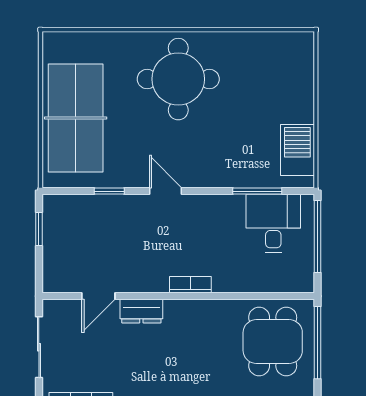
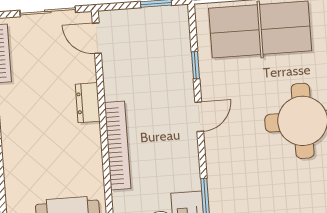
bookcase: (190, 285) -> (118, 146), width x2.31, depth x1.31
door: (98, 296) -> (97, 38), moved

